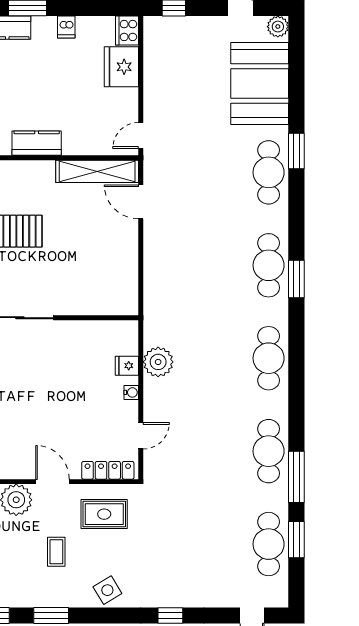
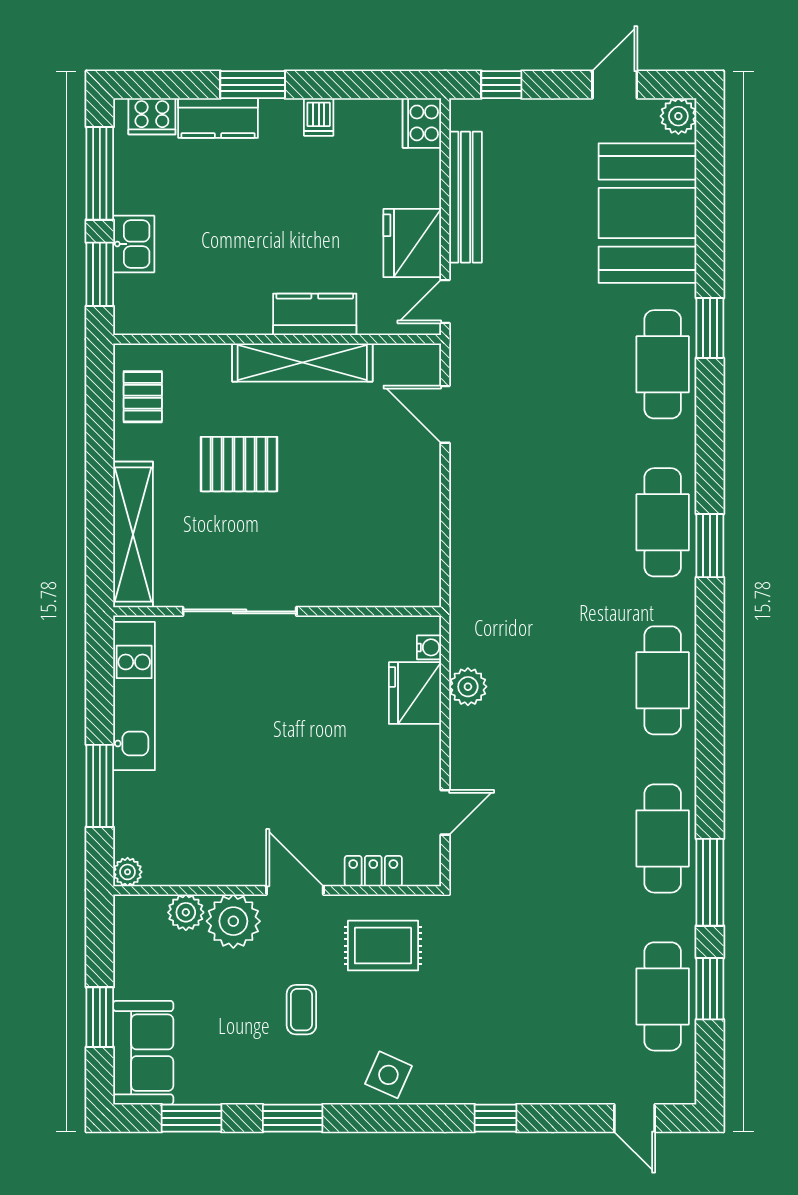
fridge: (121, 67) -> (412, 243), moved
bench: (153, 74) -> (465, 197), added
kitchen counter: (37, 143) -> (315, 314), moved
shelving: (97, 171) -> (302, 362), moved
plant: (158, 362) -> (468, 687), width x0.73, depth x0.73
fridge: (127, 366) -> (415, 693), width x1.88, depth x1.34
water cooler: (131, 392) -> (429, 647), moved
locker: (108, 470) -> (373, 871), width x0.66
side table: (107, 590) -> (388, 1075), turned -35

